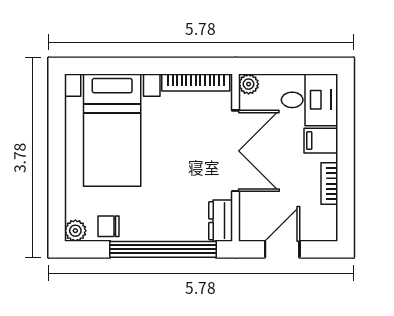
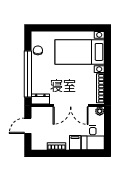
plant: (75, 231) -> (36, 36), removed
door: (282, 249) -> (28, 126), swing flipped

